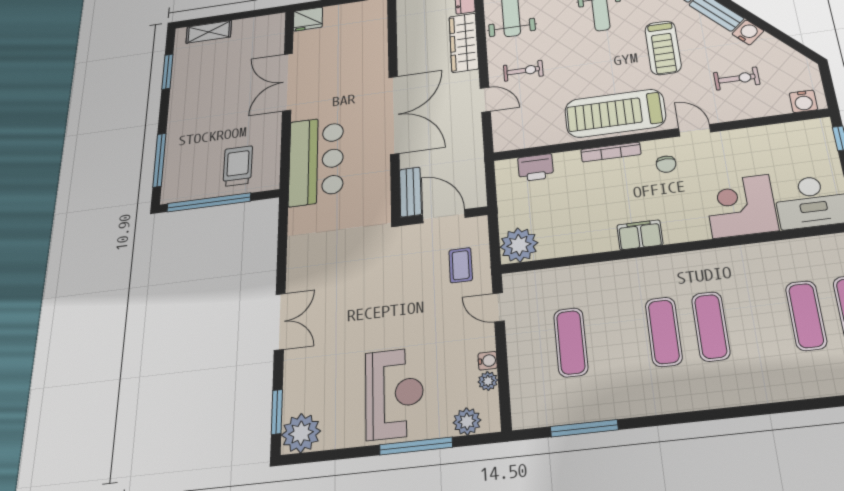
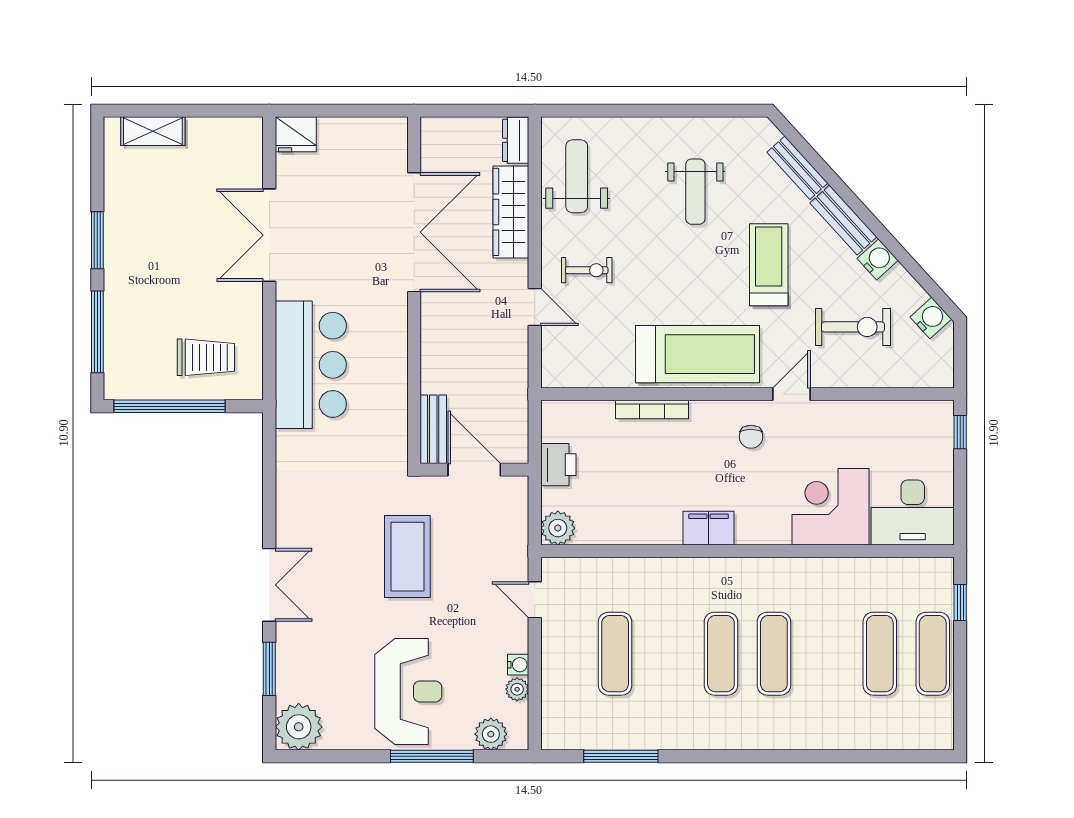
treadmill: (663, 48) -> (769, 265), turned 180
window: (168, 72) -> (97, 240), moved
exercise bike: (737, 78) -> (853, 327), width x1.38, depth x1.39
water cooler: (803, 101) -> (931, 318), moved, turned -132
treadmill: (615, 113) -> (697, 354), turned 180
double door: (394, 115) -> (414, 232), moved
door: (695, 130) -> (791, 394), hinge flipped
bookcase: (611, 152) -> (652, 410), moved
trolley: (238, 166) -> (206, 357), turned 90
printer: (536, 168) -> (558, 465), moved, turned -90
plant: (519, 245) -> (558, 528), width x0.73, depth x0.73
coffee table: (461, 265) -> (407, 557), moved, width x1.86, depth x1.72
window: (277, 412) -> (269, 669), moved

